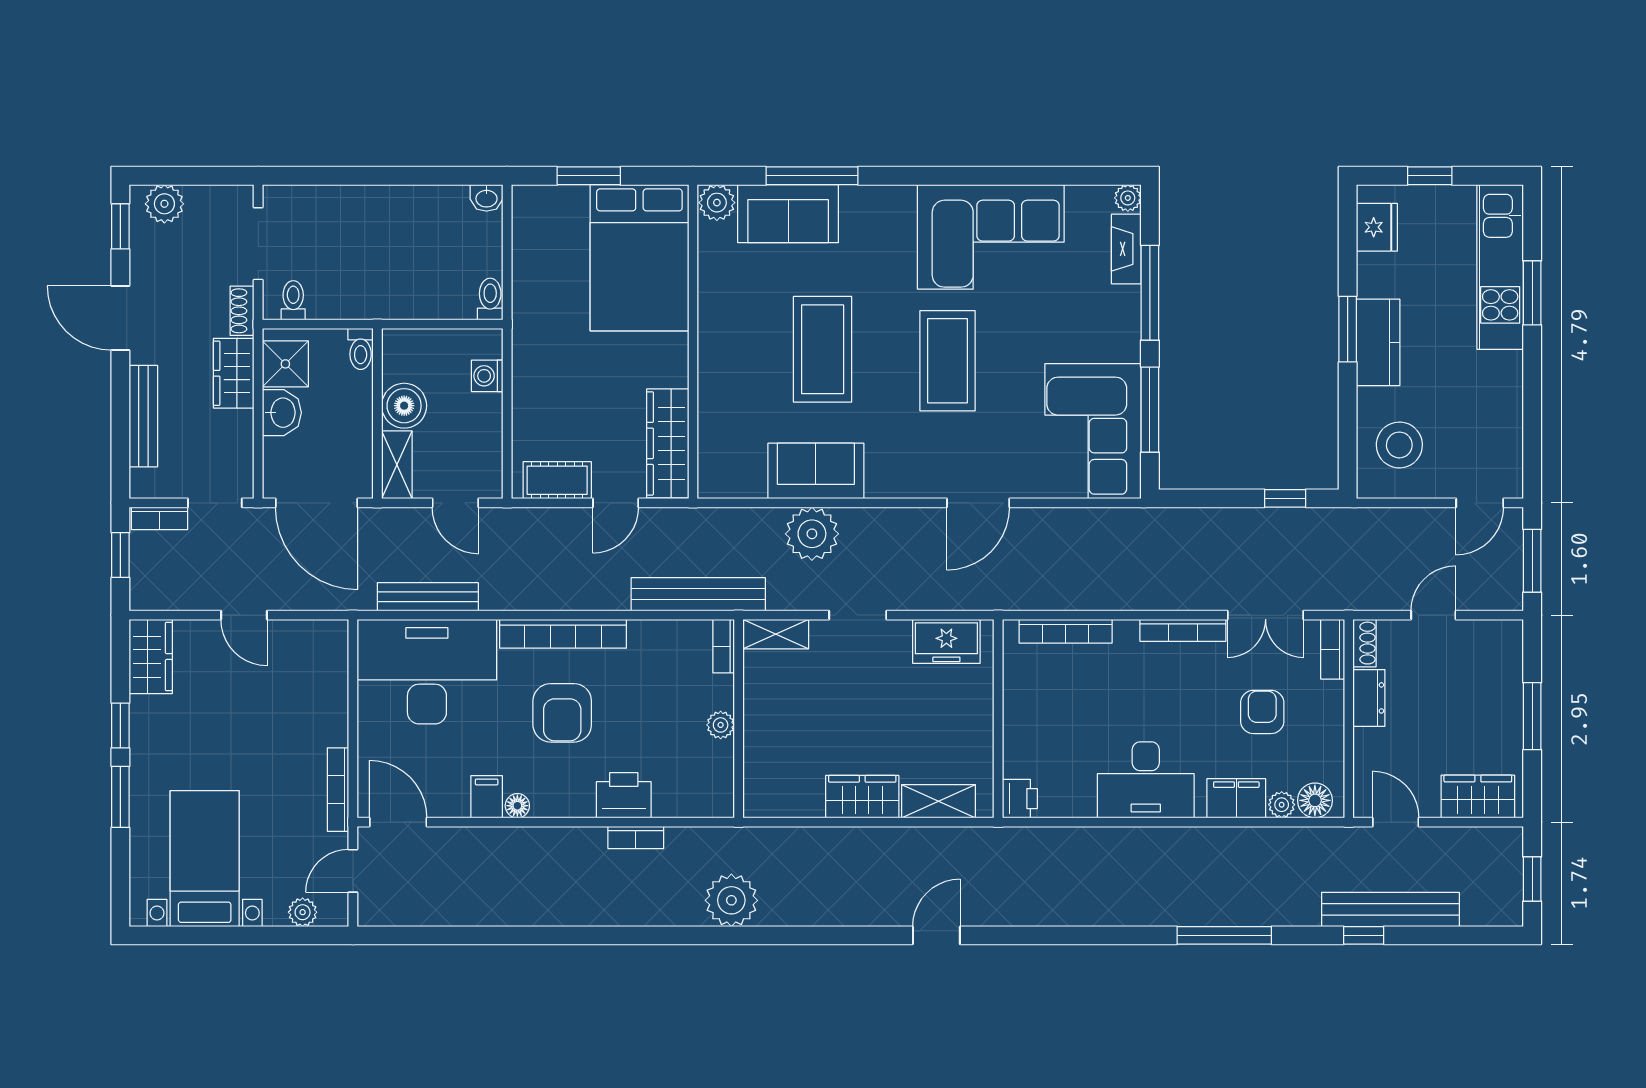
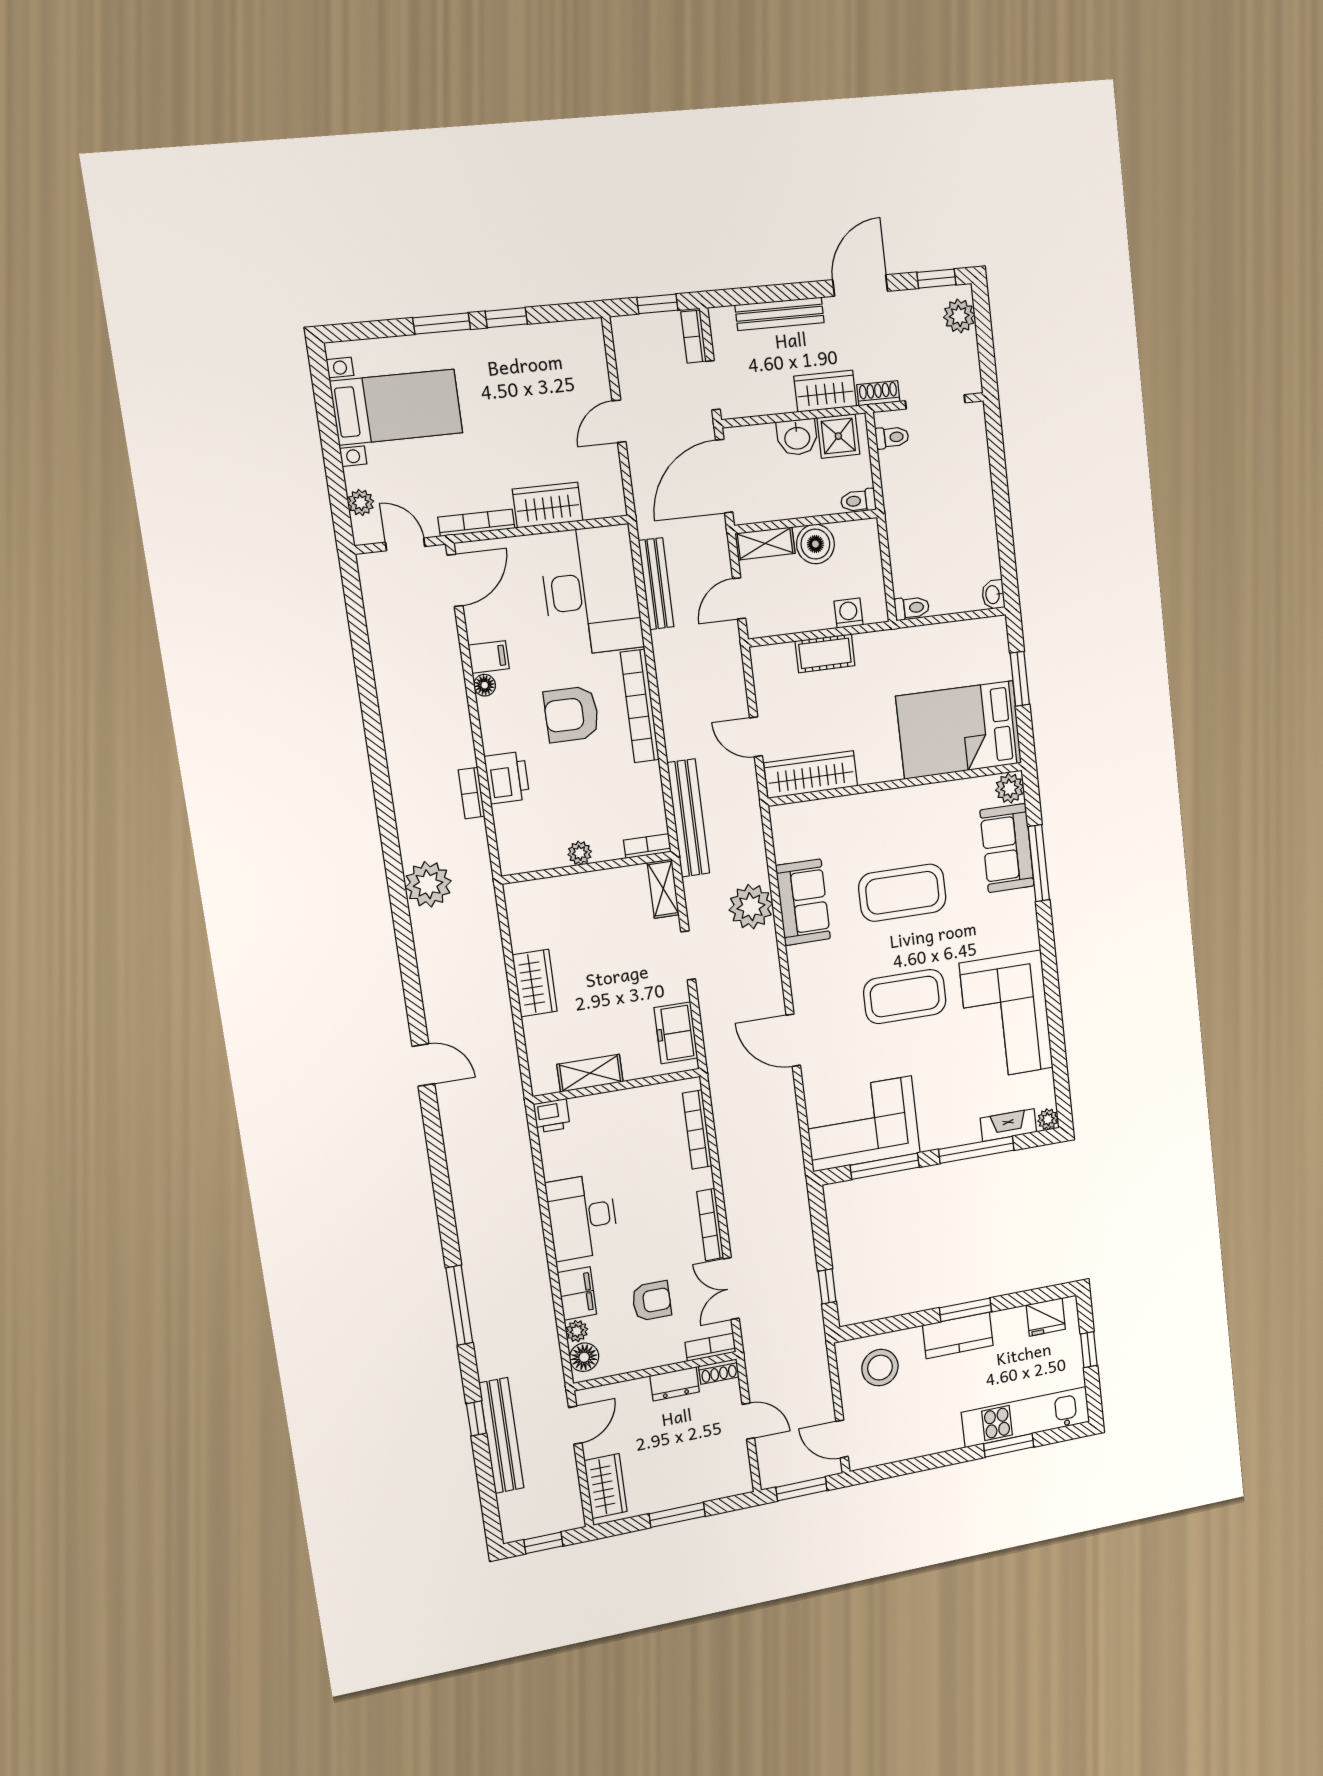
cot: (557, 480) -> (825, 653), moved, turned 90
wardrobe: (151, 657) -> (548, 505), moved, turned 180
shelving: (938, 801) -> (590, 1073), moved, turned 90

